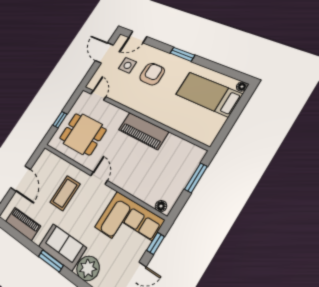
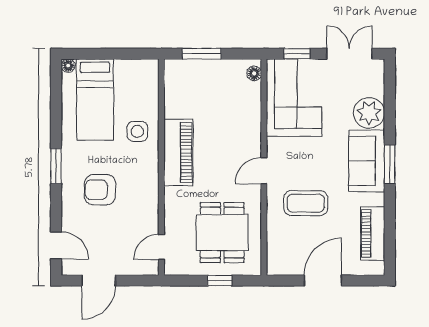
side table: (128, 65) -> (137, 131), moved

